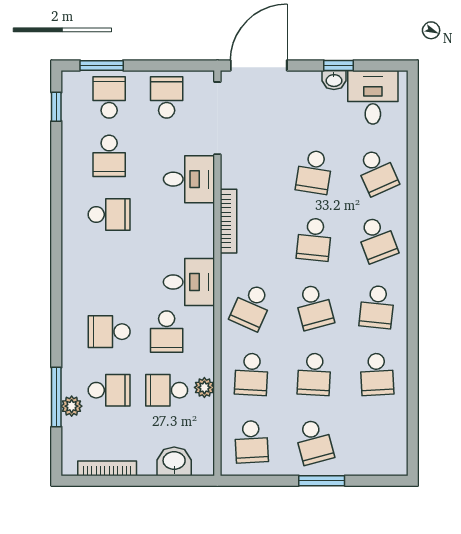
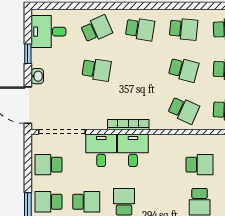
washbasin: (334, 80) -> (37, 76), moved
school desk: (314, 239) -> (140, 70), removed
school desk: (377, 239) -> (140, 29), turned 30
desk: (189, 282) -> (133, 150), moved
school desk: (314, 307) -> (184, 70), turned 30

